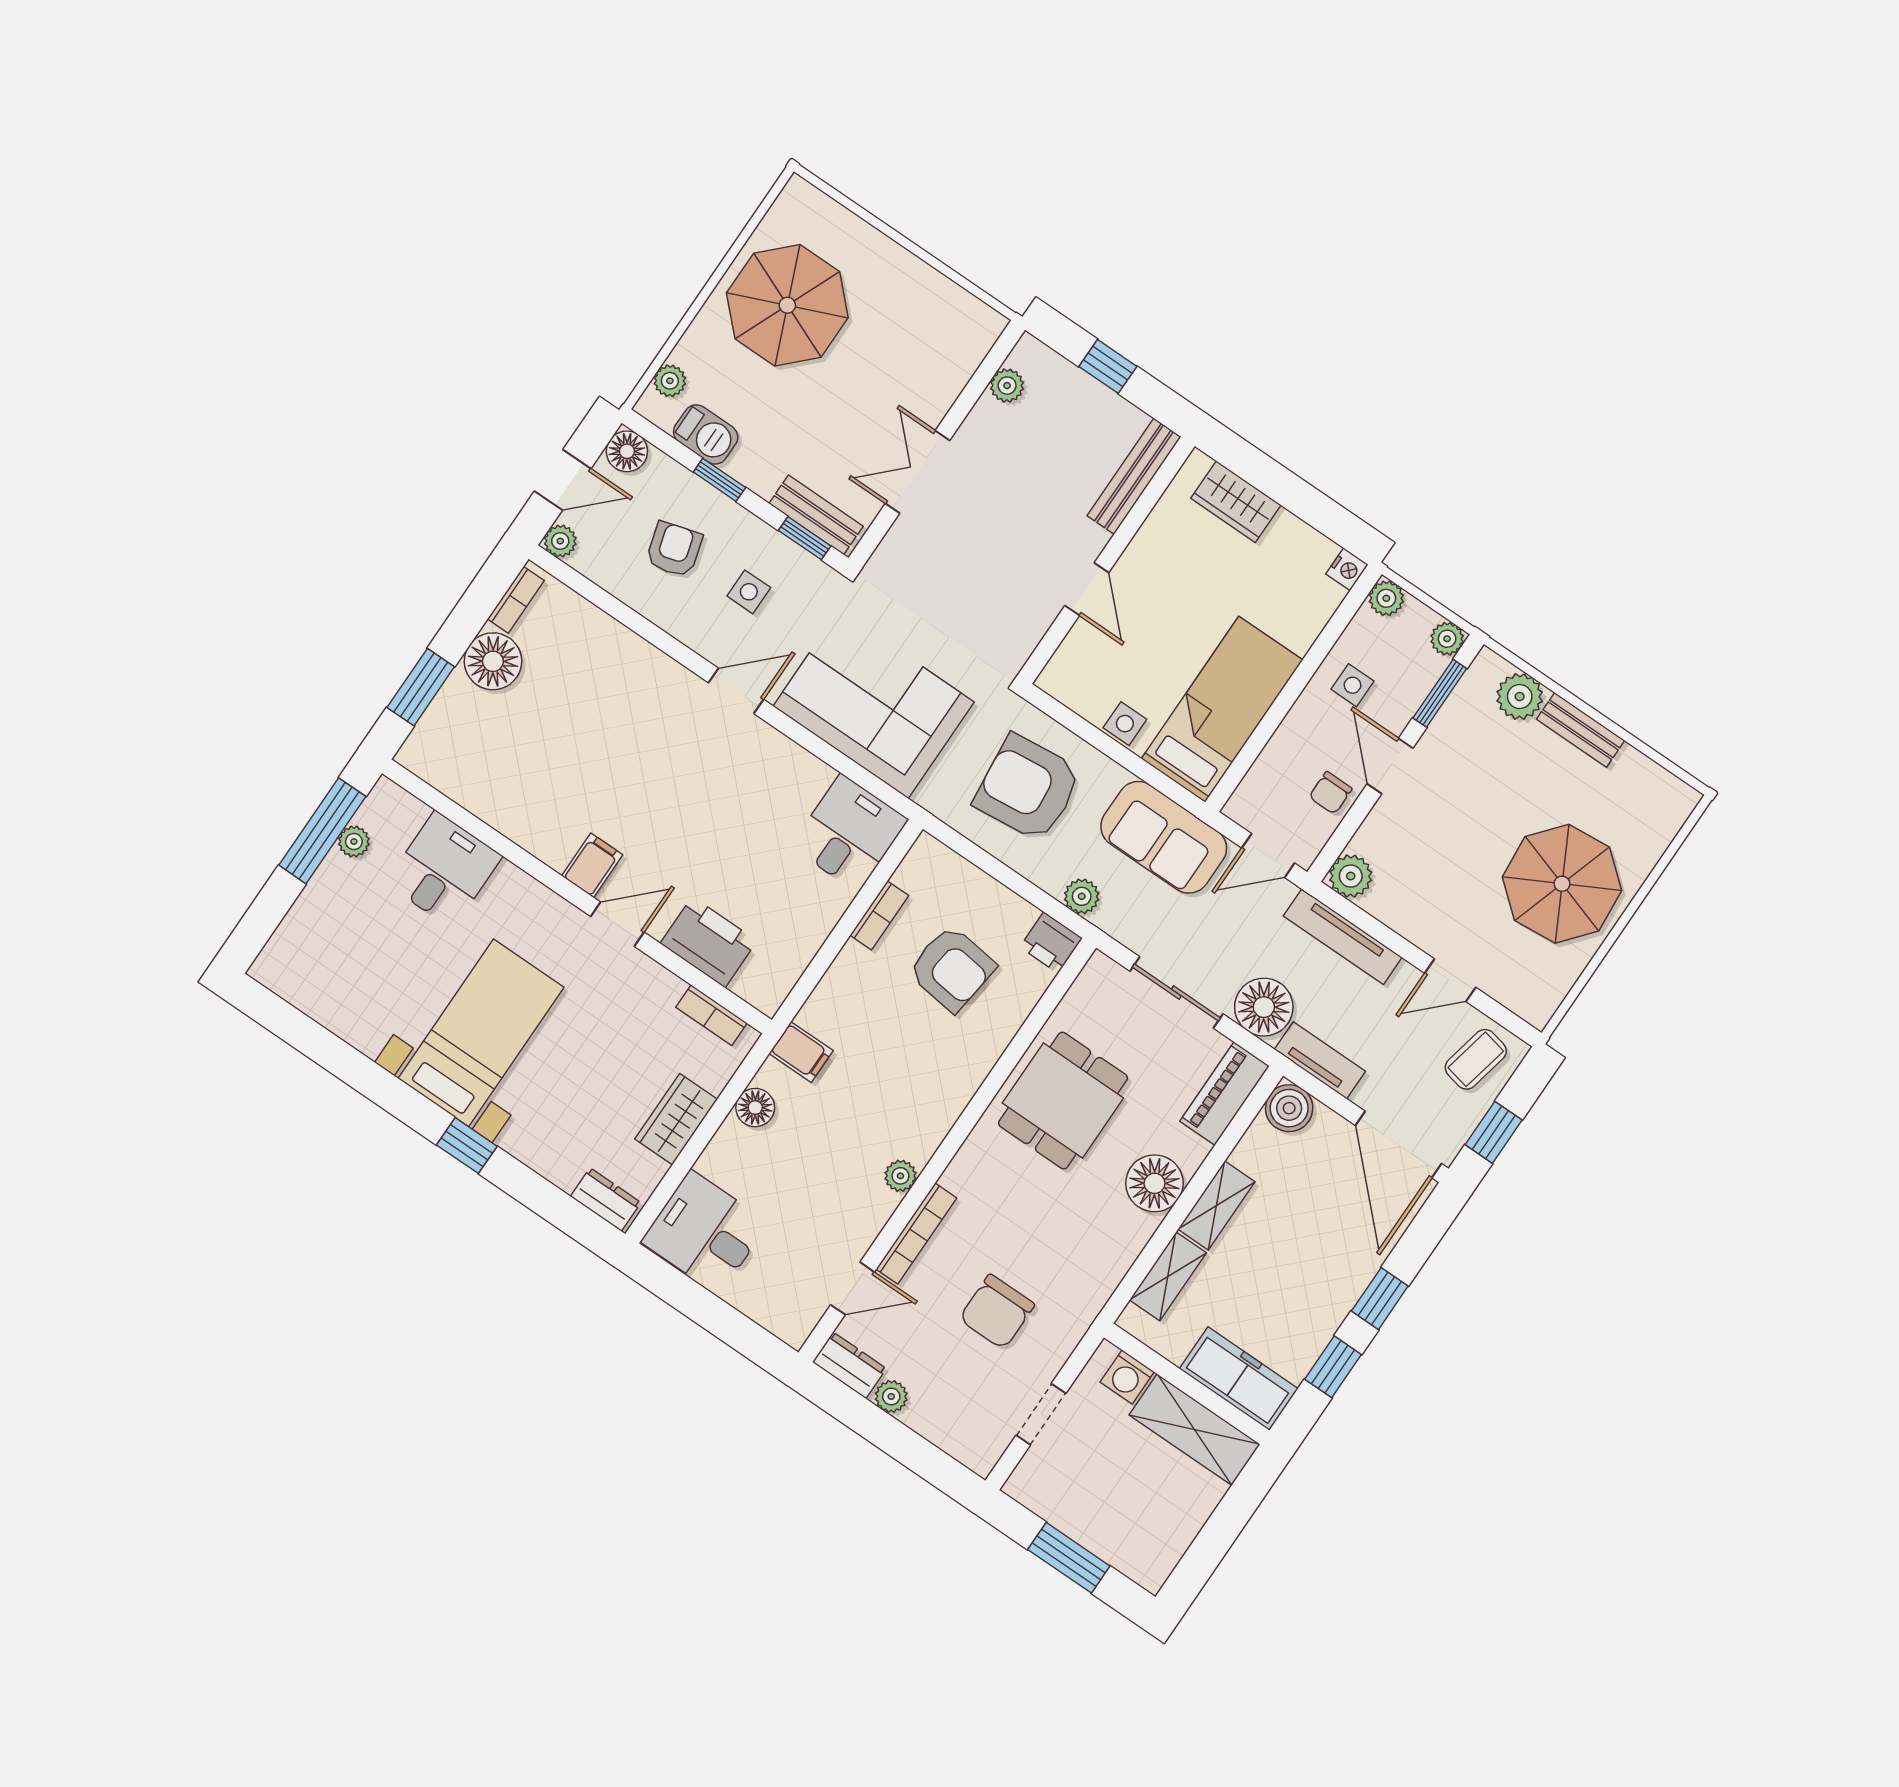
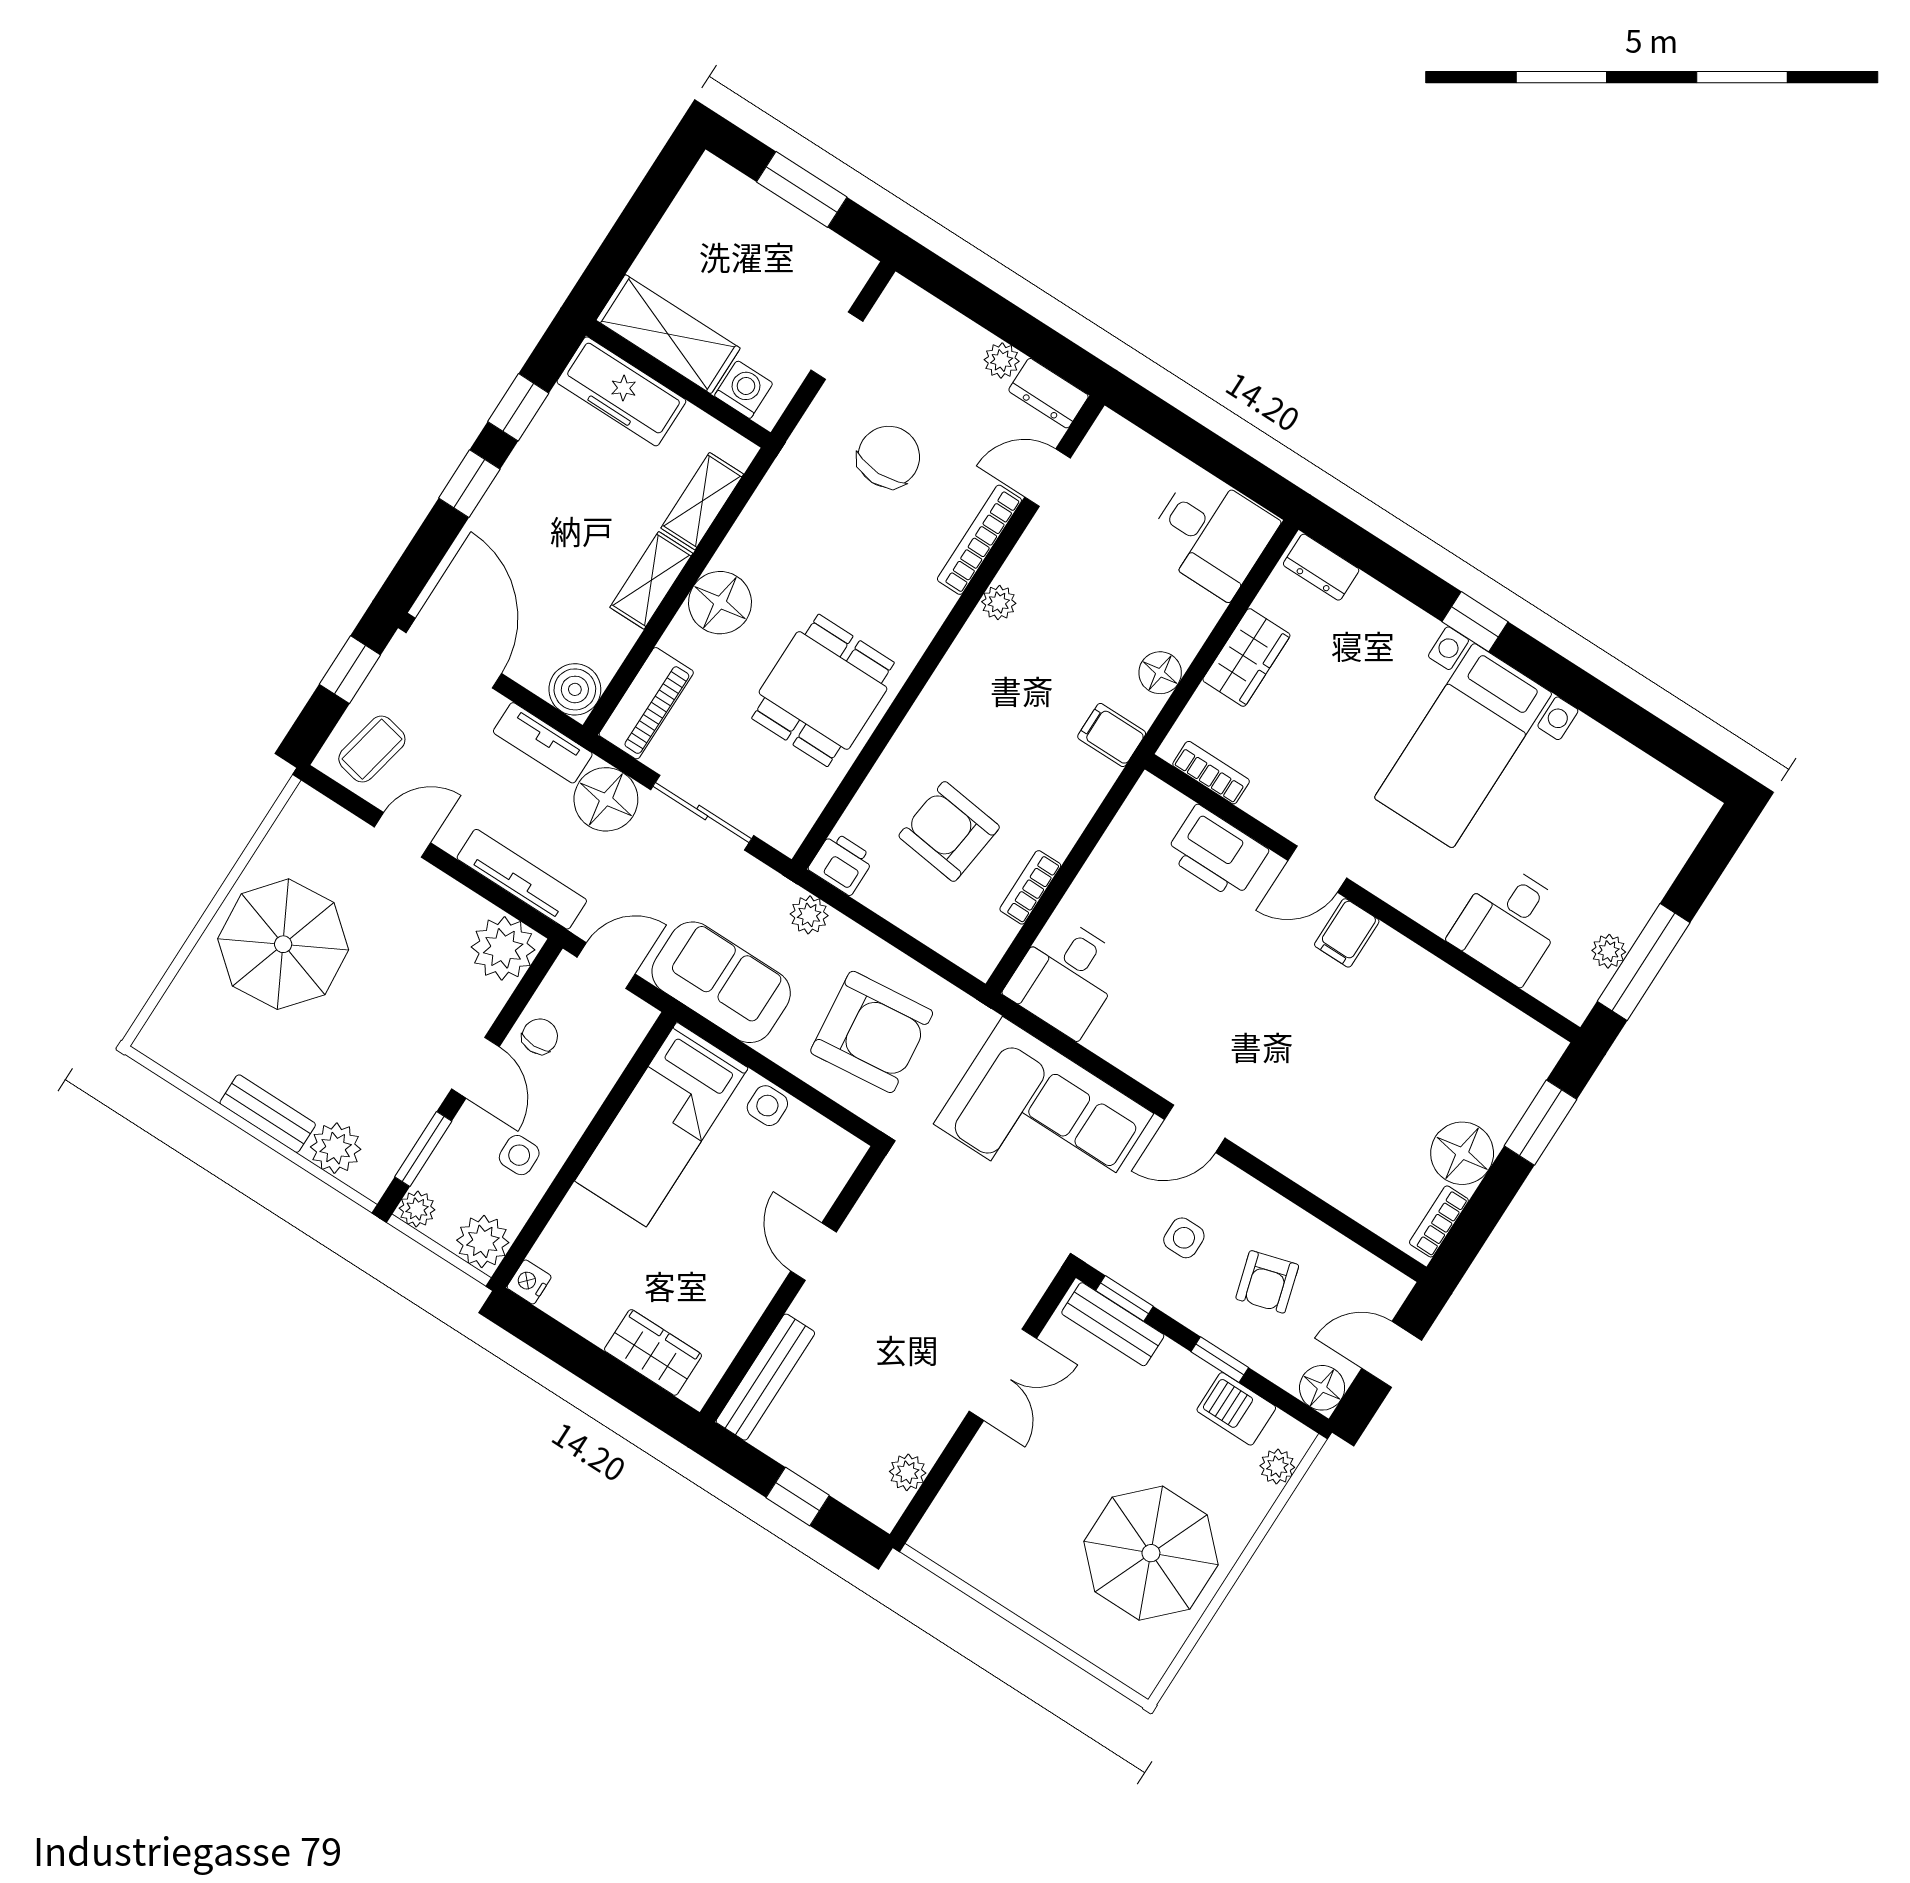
plant: (560, 541) -> (1392, 1287), removed
plant: (1386, 598) -> (483, 1241), width x1.38, depth x1.38
plant: (1351, 876) -> (503, 948), width x1.36, depth x1.36

